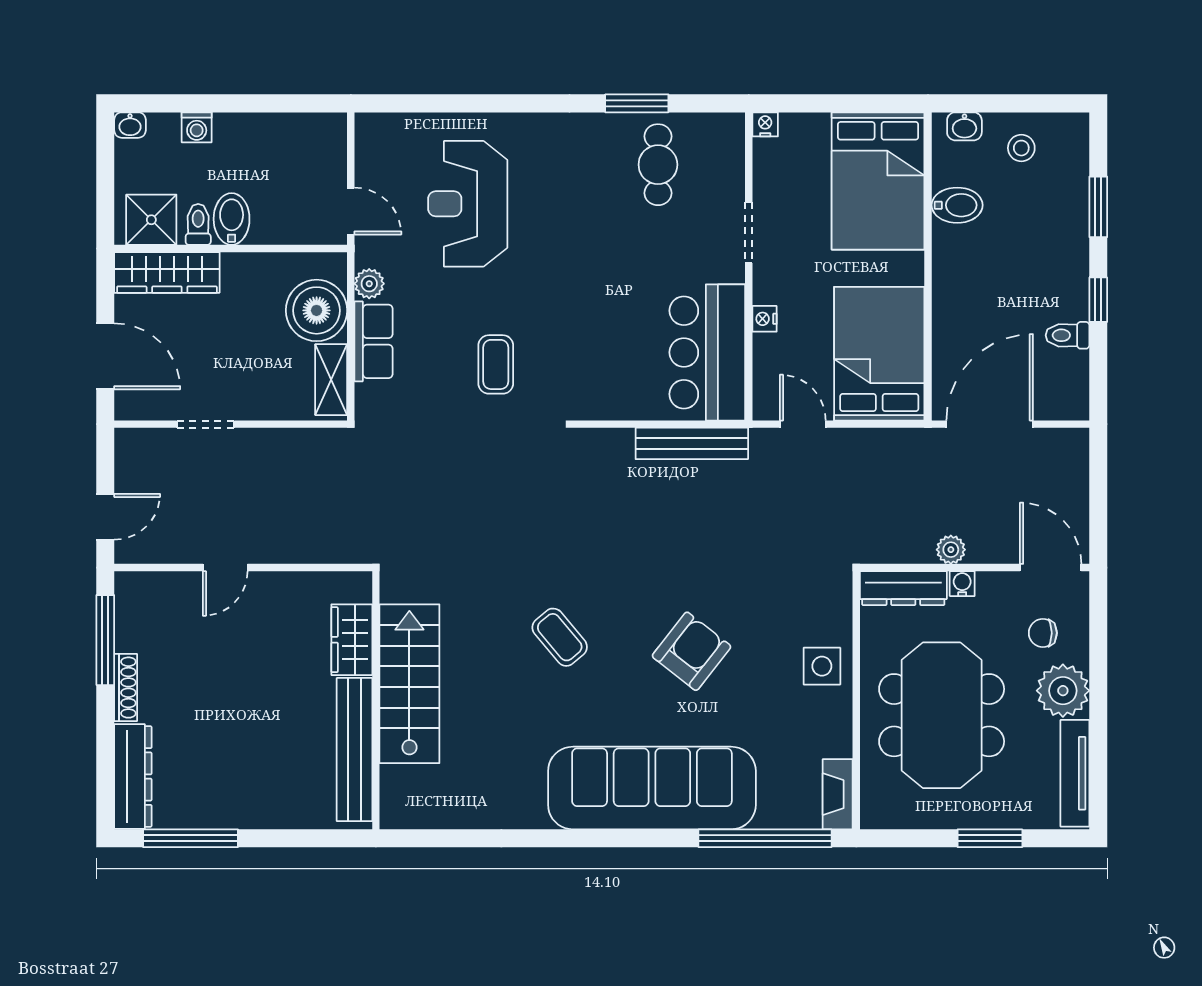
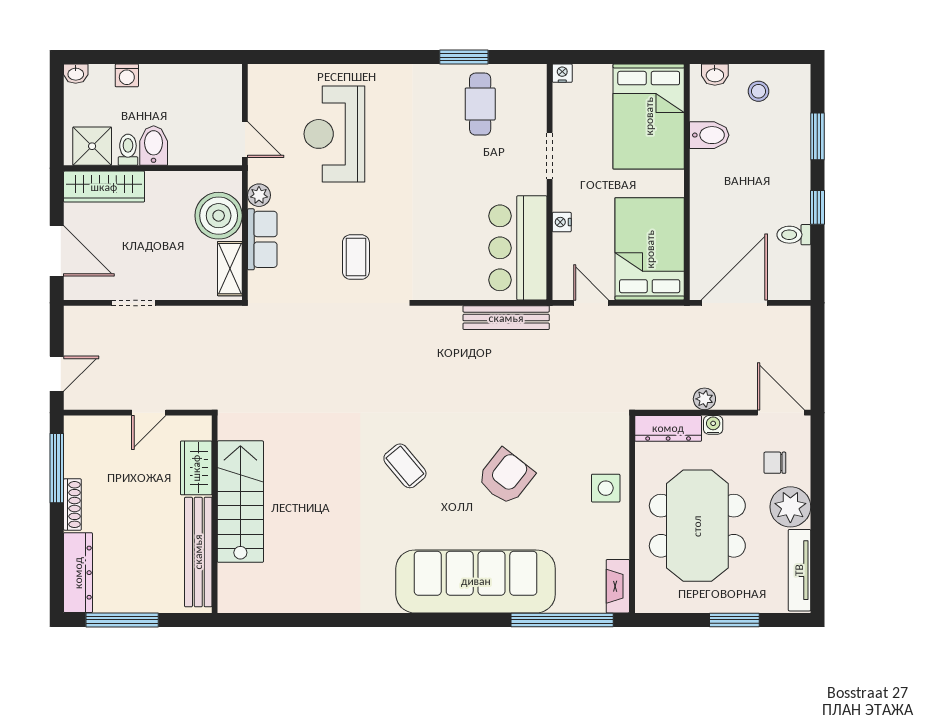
wardrobe: (352, 640) -> (196, 468), moved
stairs: (409, 684) -> (240, 502), moved
wall: (376, 700) -> (215, 514), moved
bench: (355, 750) -> (198, 552), moved

